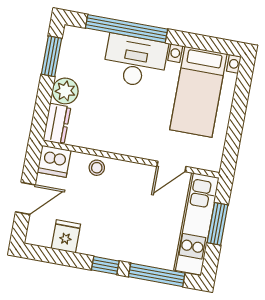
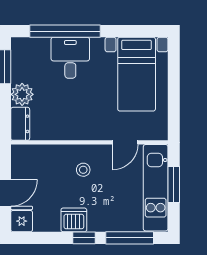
desk: (135, 61) -> (70, 58), width x0.73
dishwasher: (54, 161) -> (74, 220), moved, turned 180
stool: (97, 168) -> (83, 170), moved
fridge: (66, 236) -> (22, 219), moved

